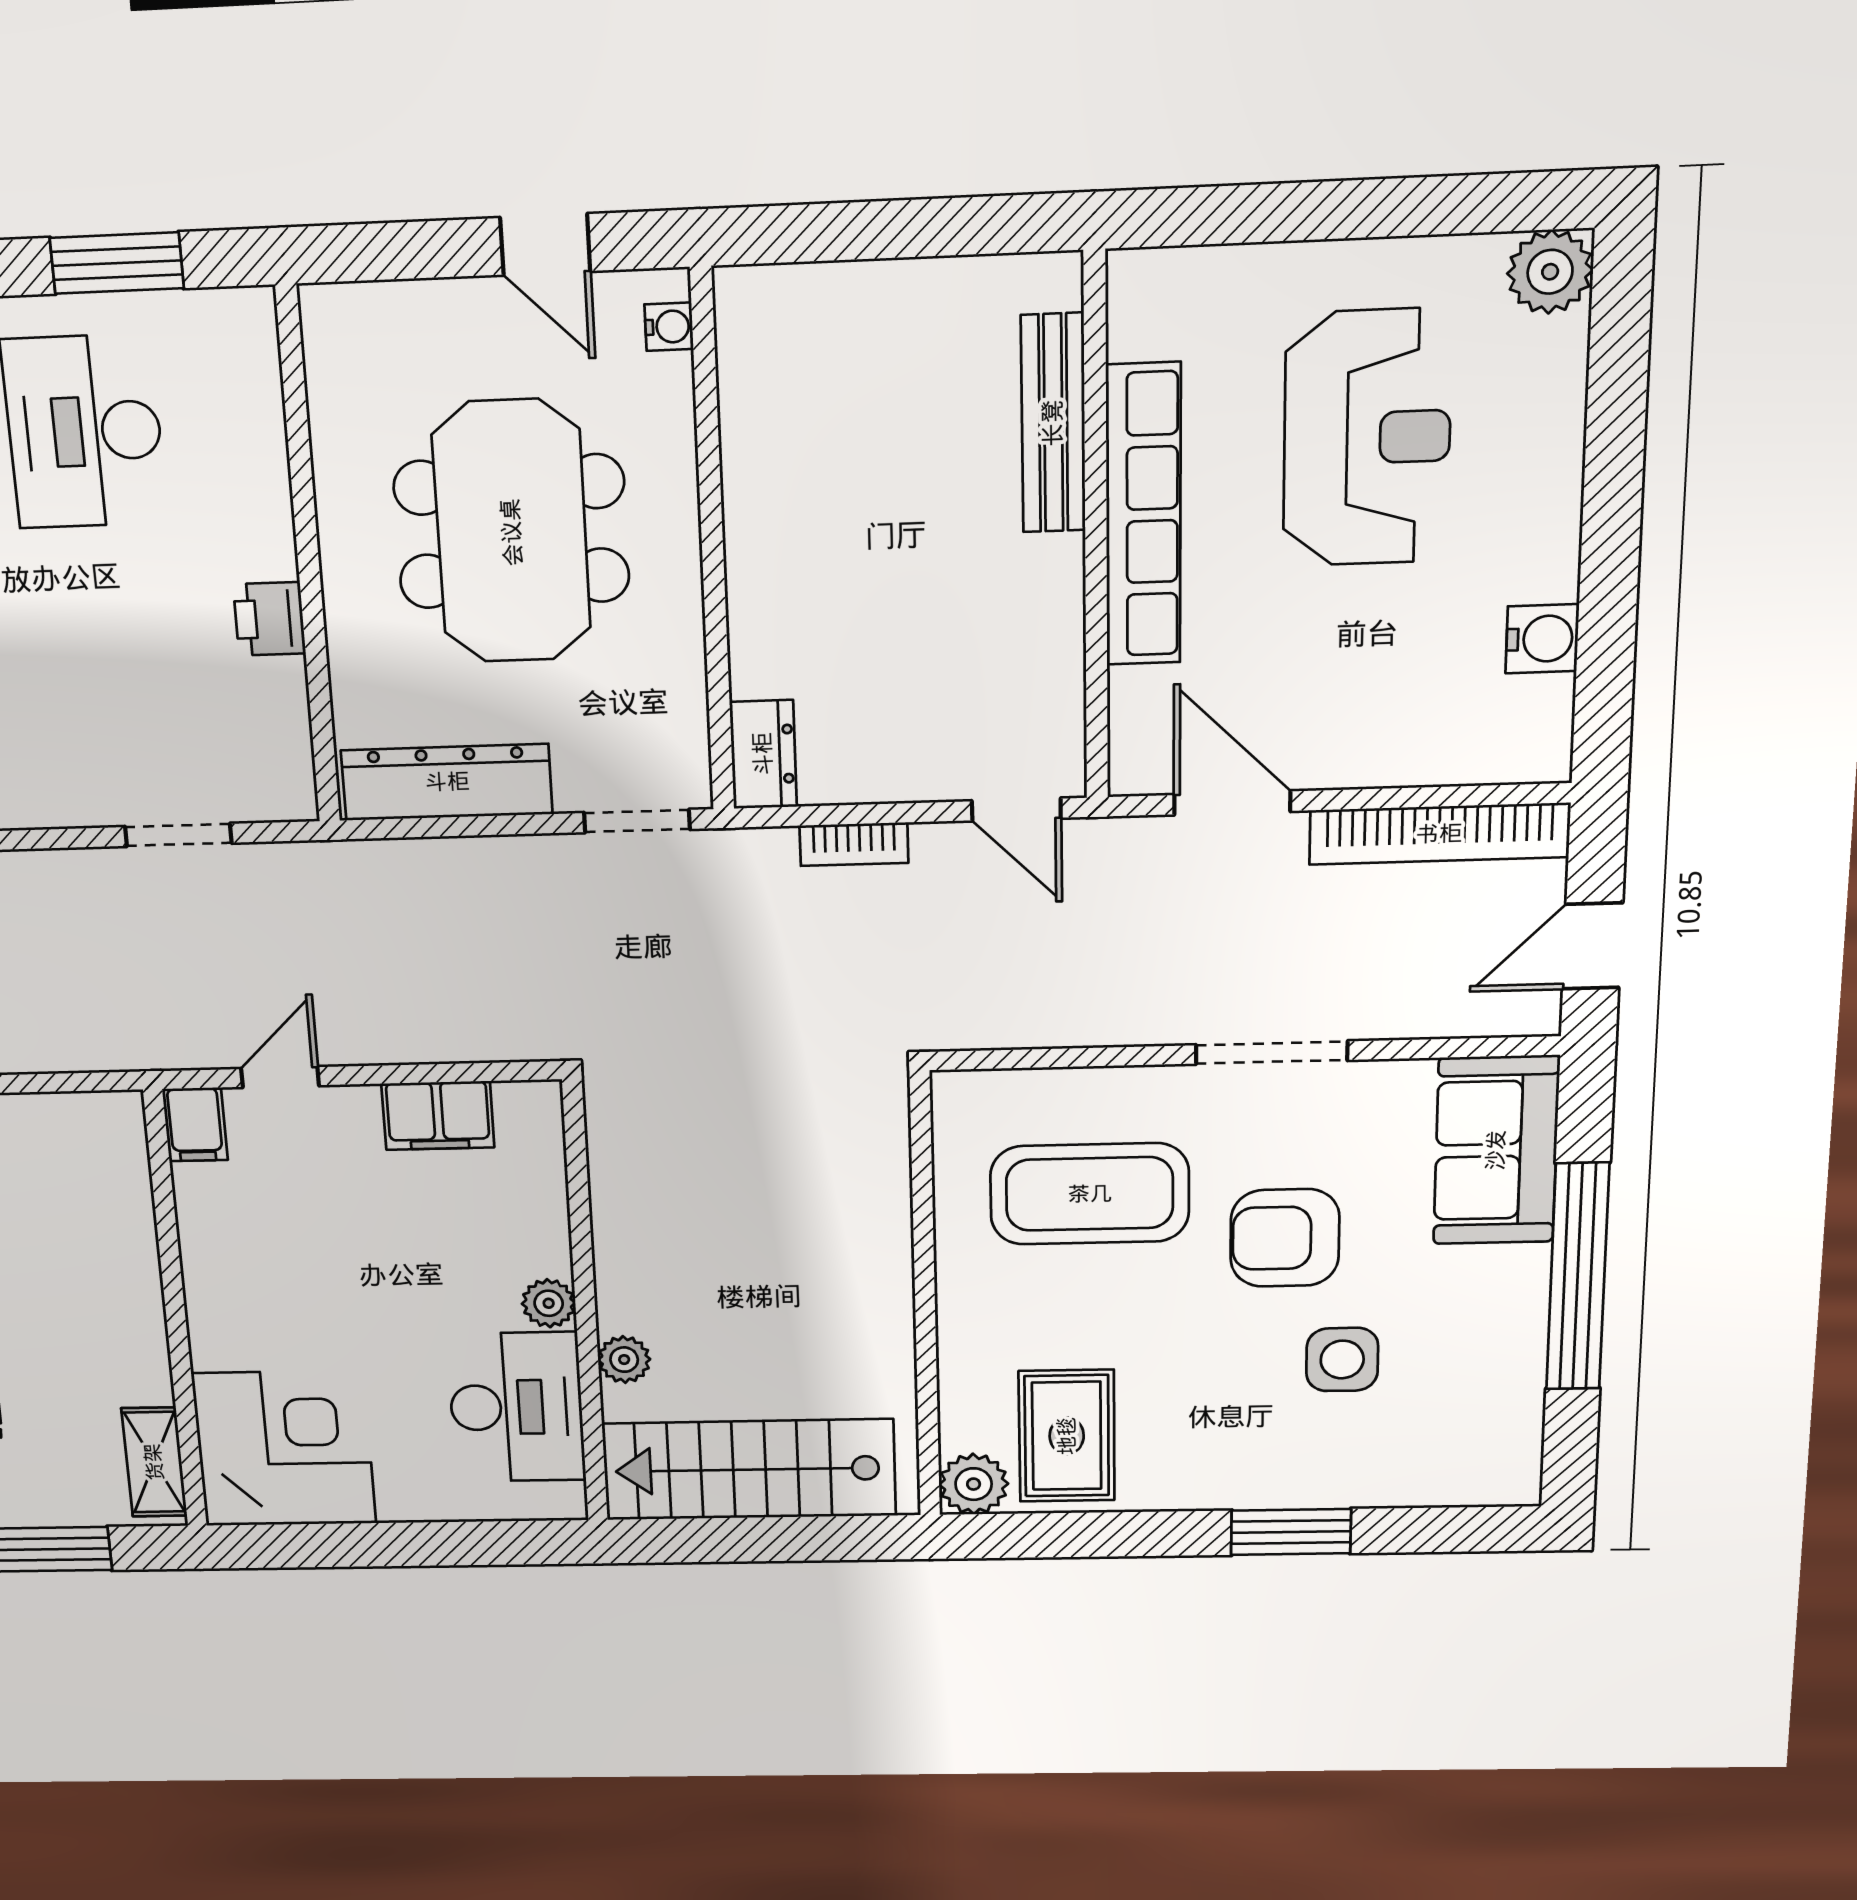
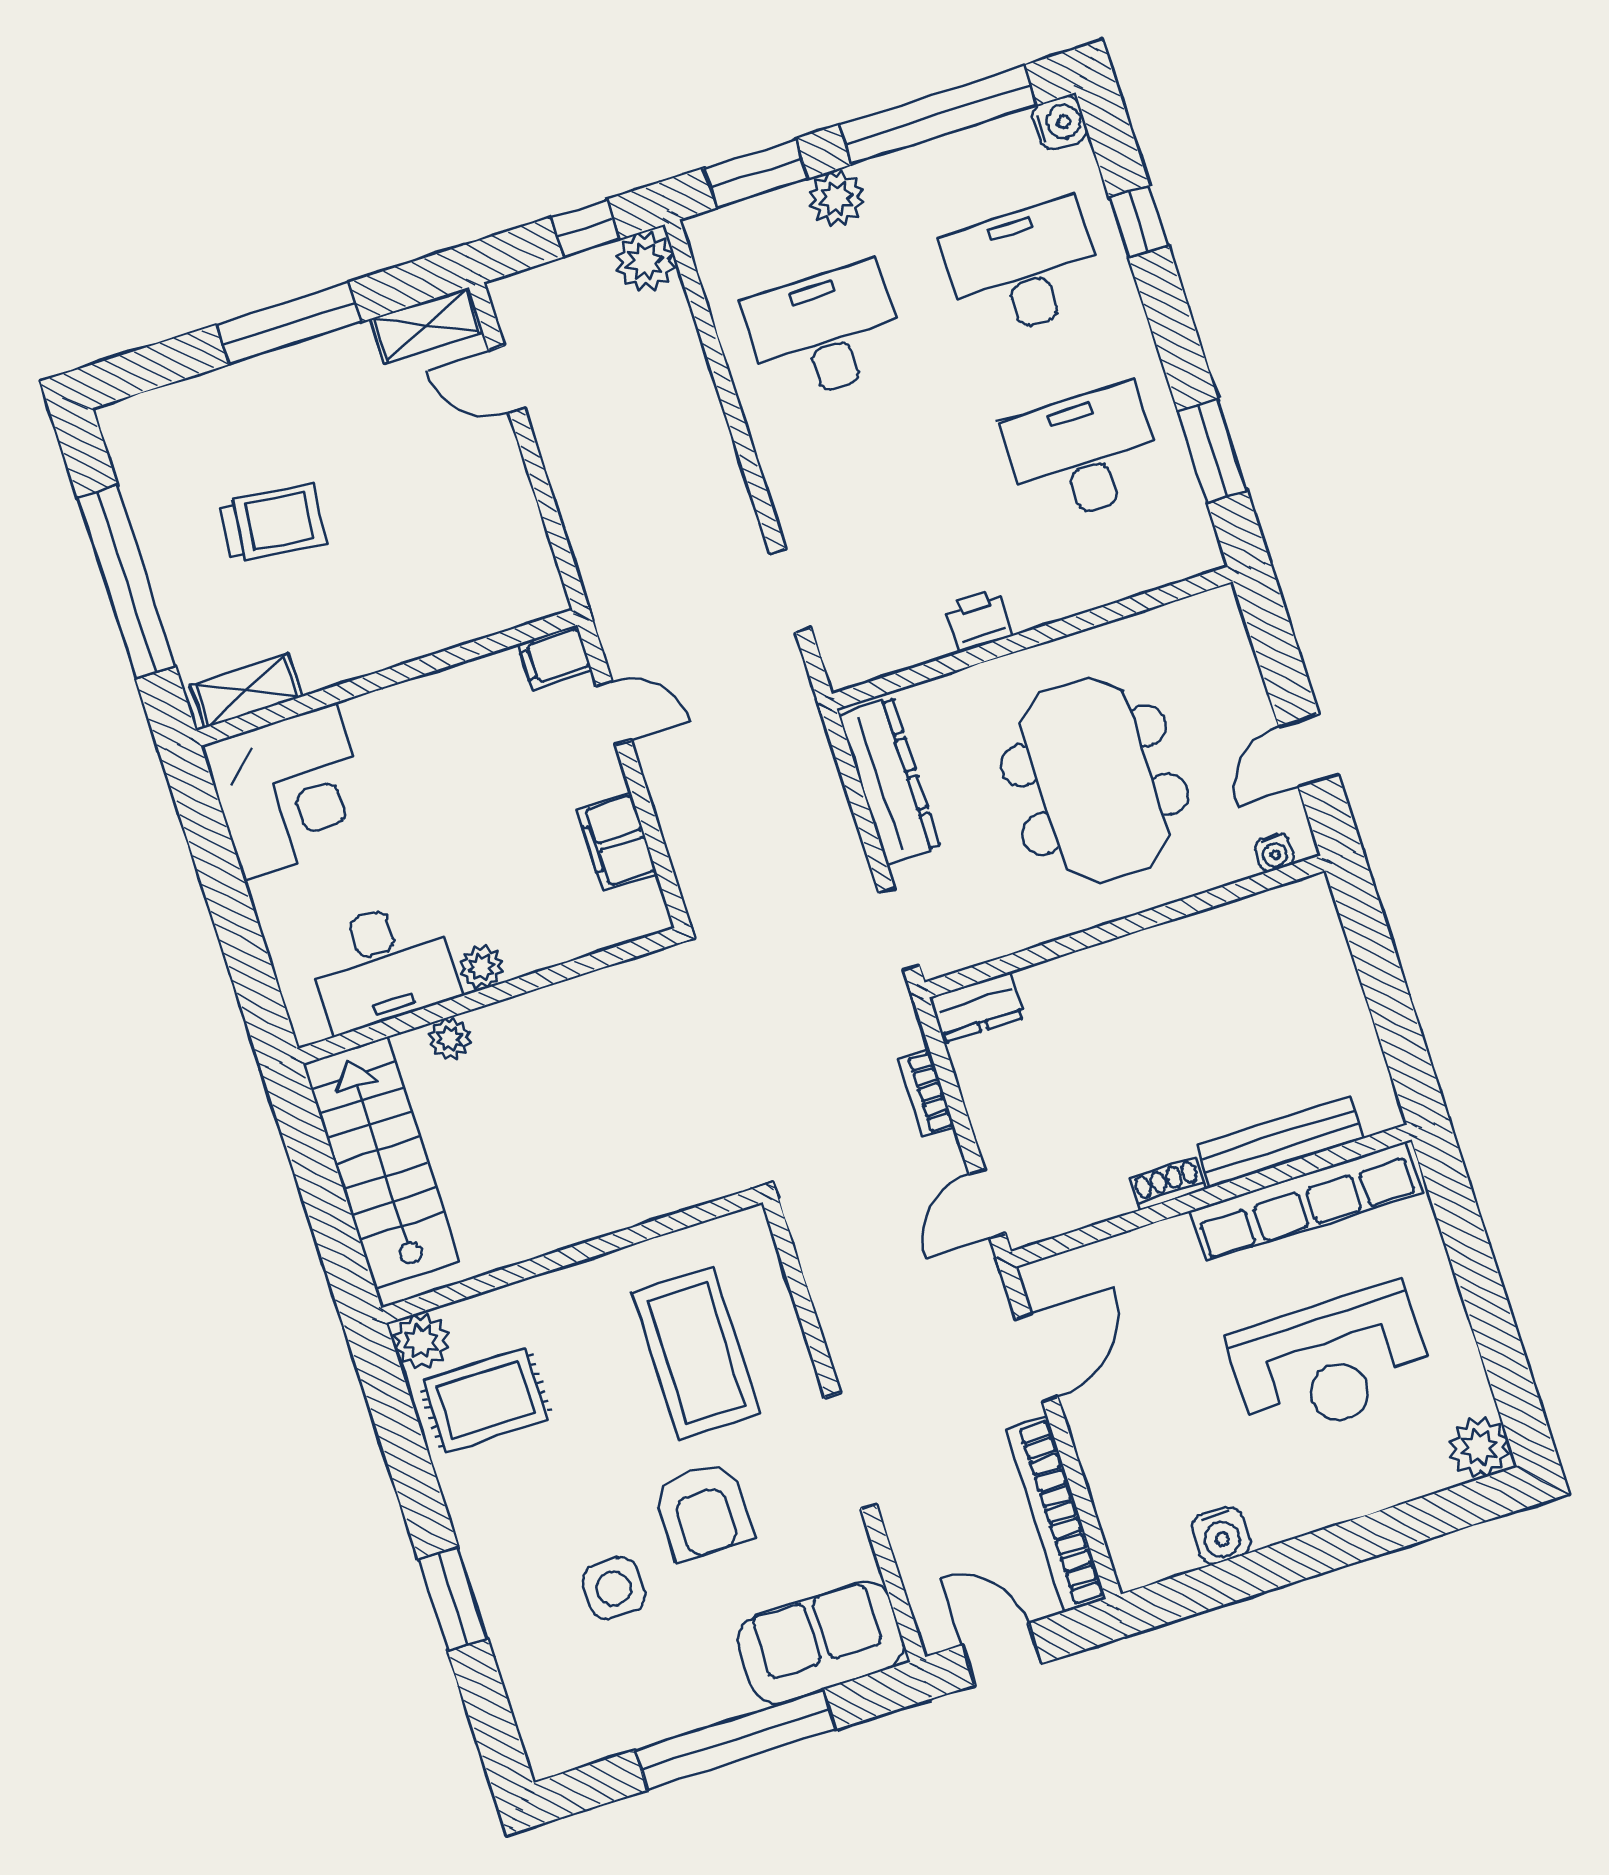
row of seats: (1143, 515) -> (1306, 1202), moved
meeting table: (512, 532) -> (1094, 780), turned 90
shoe rack: (1063, 582) -> (1168, 1184), added
armchair: (1285, 1238) -> (703, 1511), turned 180

